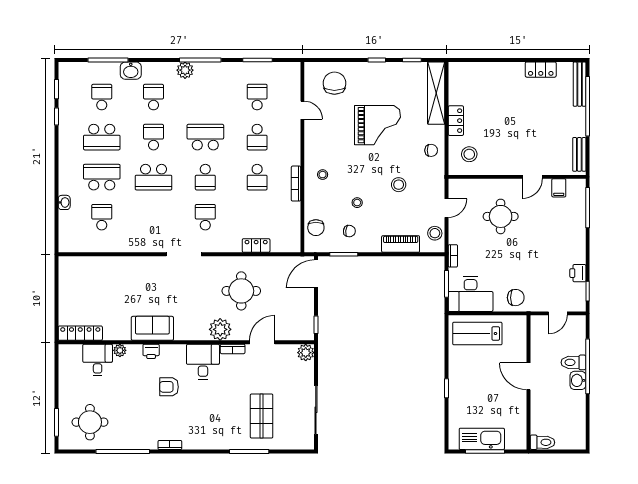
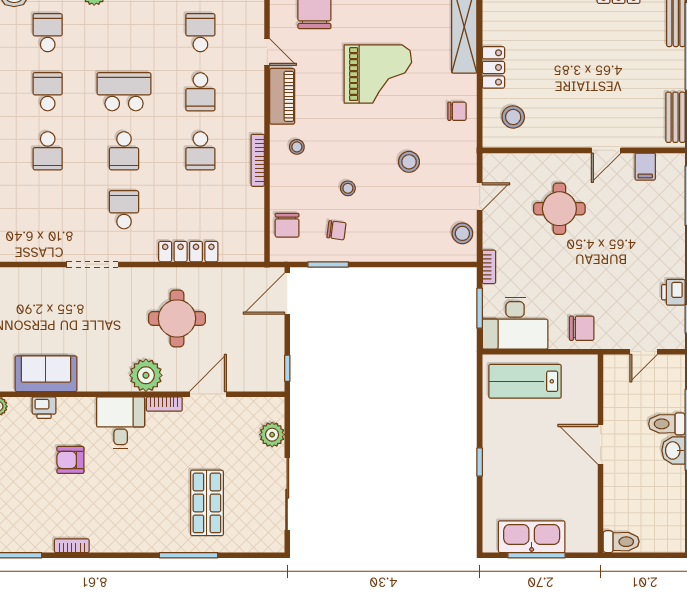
school desk: (154, 177) -> (48, 151), width x0.54
piano: (401, 244) -> (282, 96), moved, turned 90
locker: (256, 246) -> (188, 252), width x1.53
plant: (306, 353) -> (272, 435), moved

